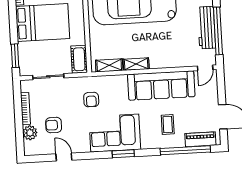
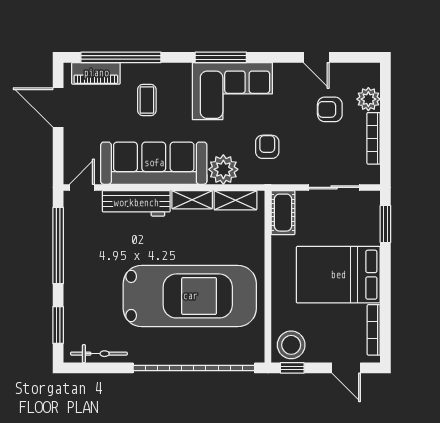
workbench: (206, 28) -> (136, 203), moved, turned 90
plant: (118, 84) -> (223, 169), added
armchair: (54, 125) -> (330, 109), turned 180
window: (123, 154) -> (221, 57), width x1.44

